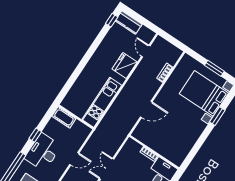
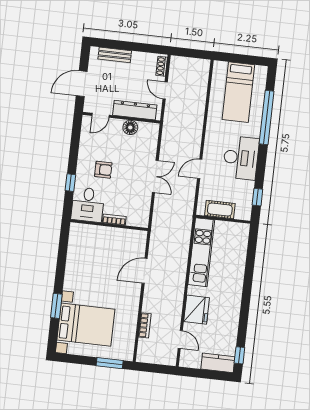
window: (214, 68) -> (110, 363), moved
cot: (64, 117) -> (220, 210), moved
window: (35, 135) -> (257, 197), moved

